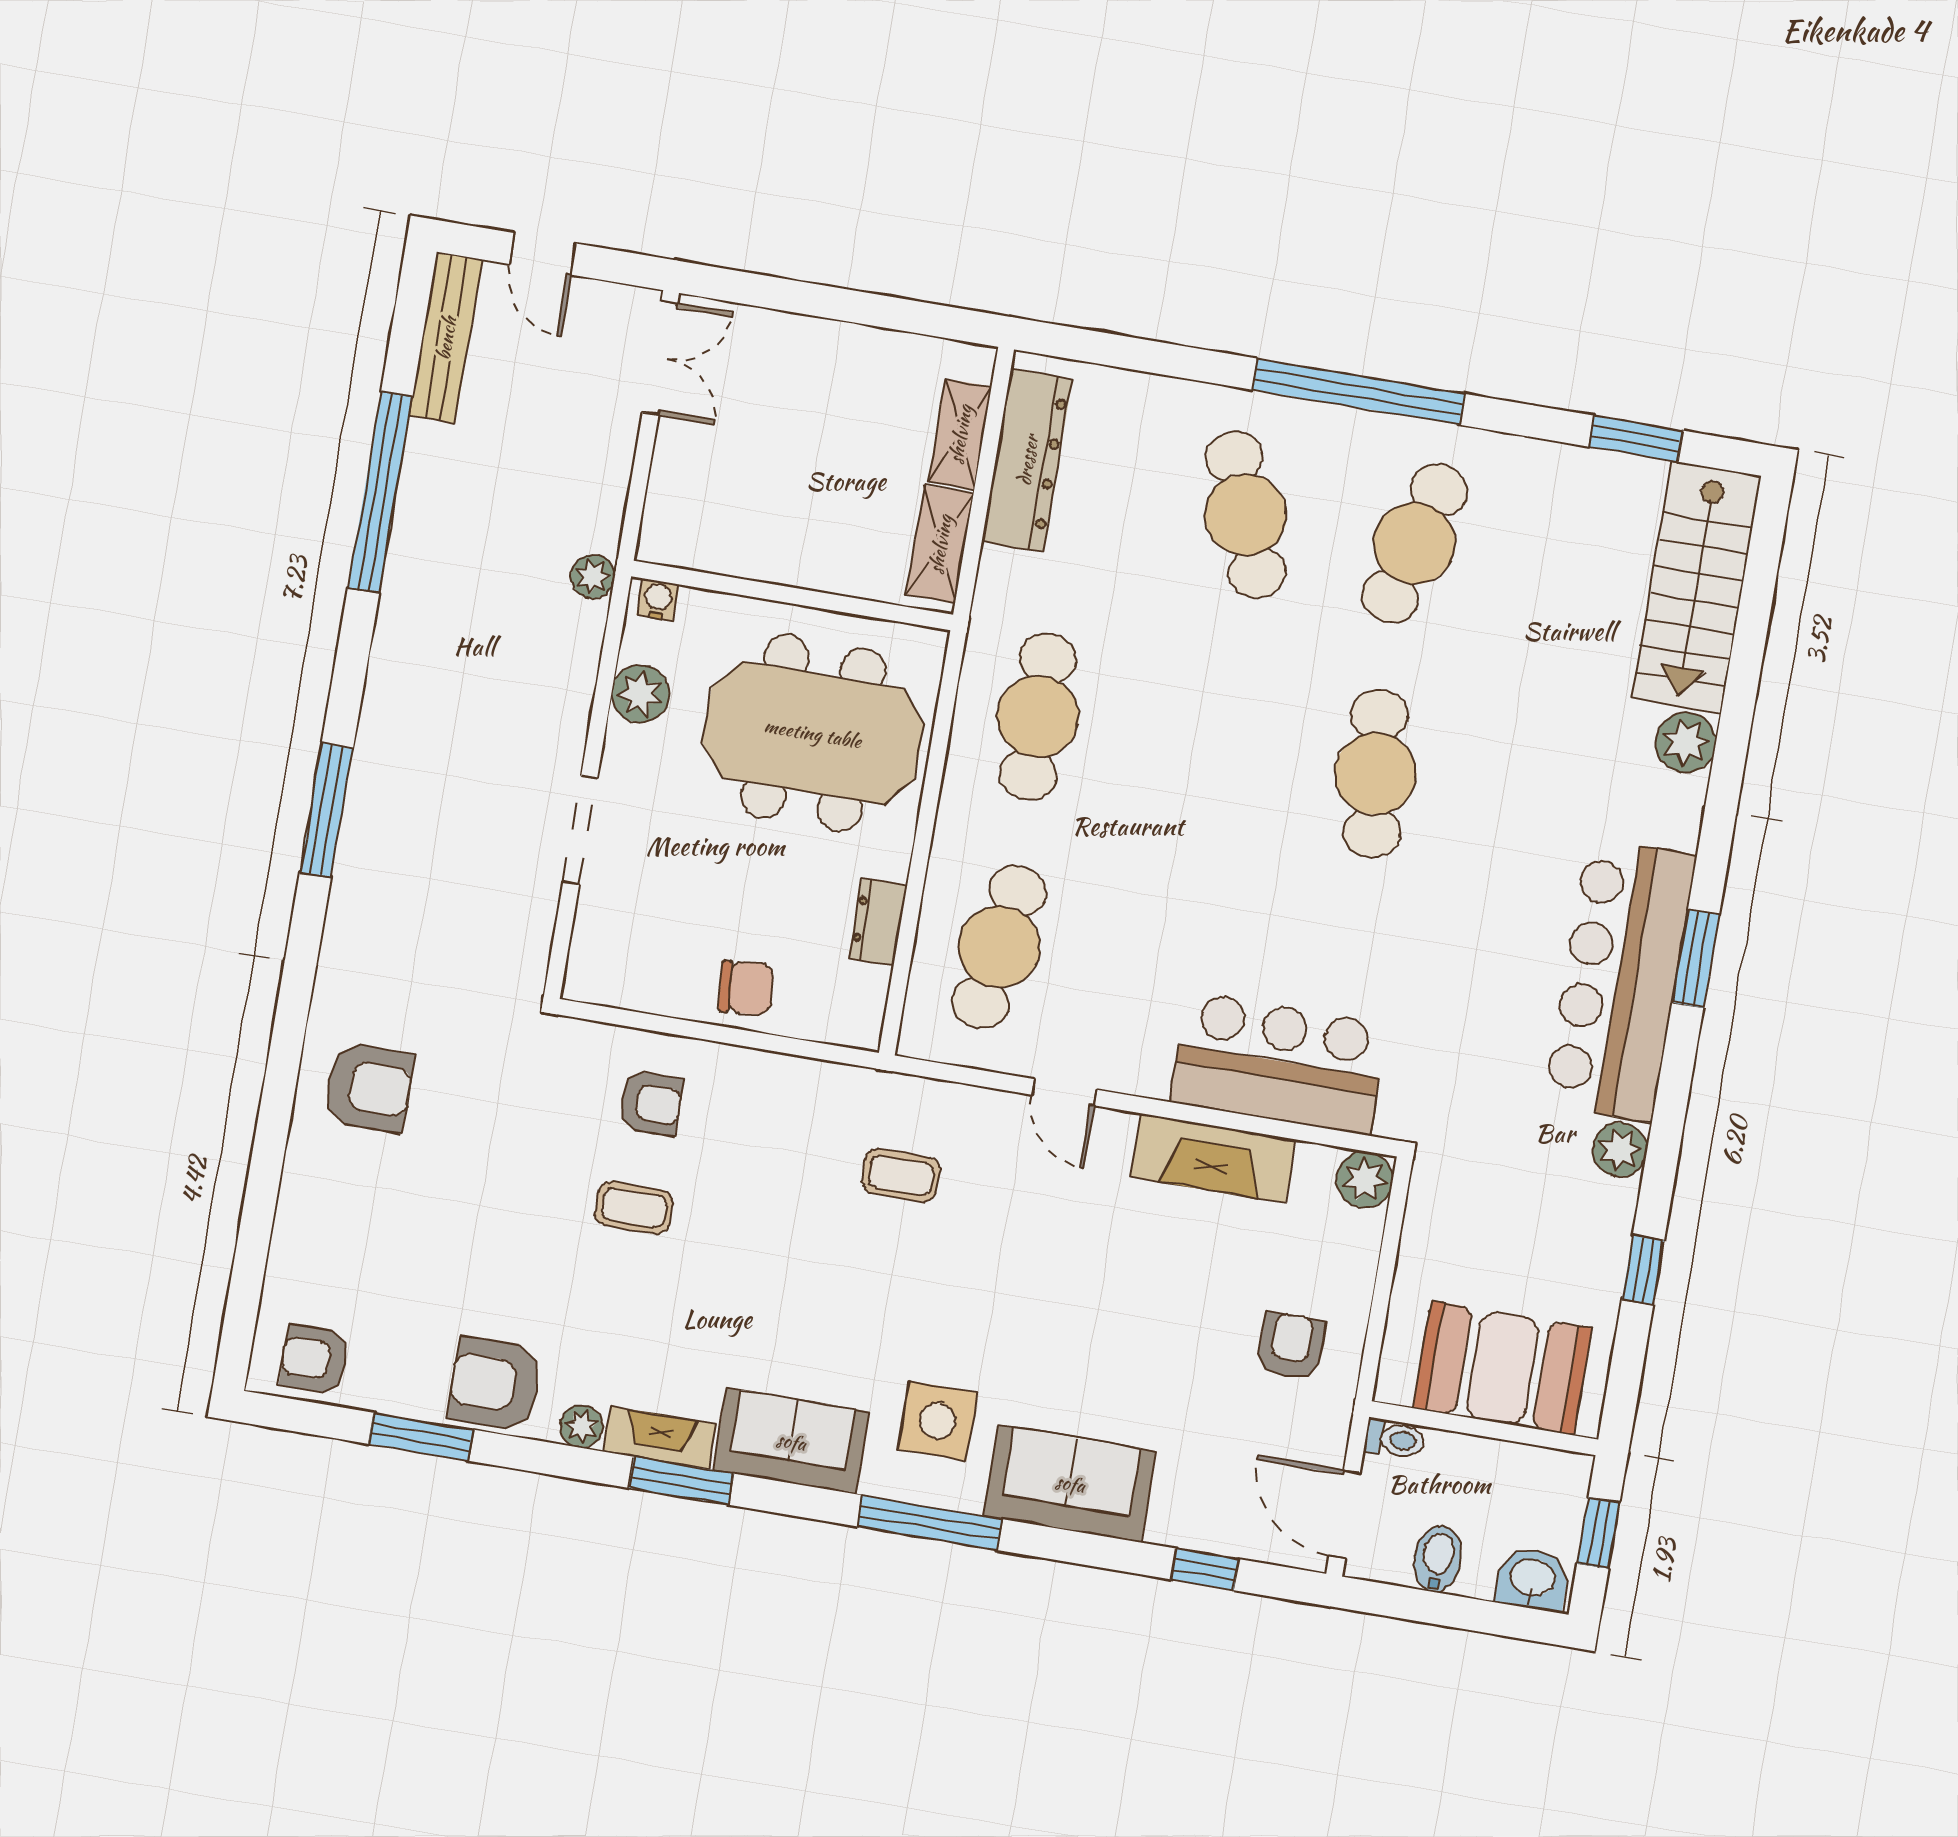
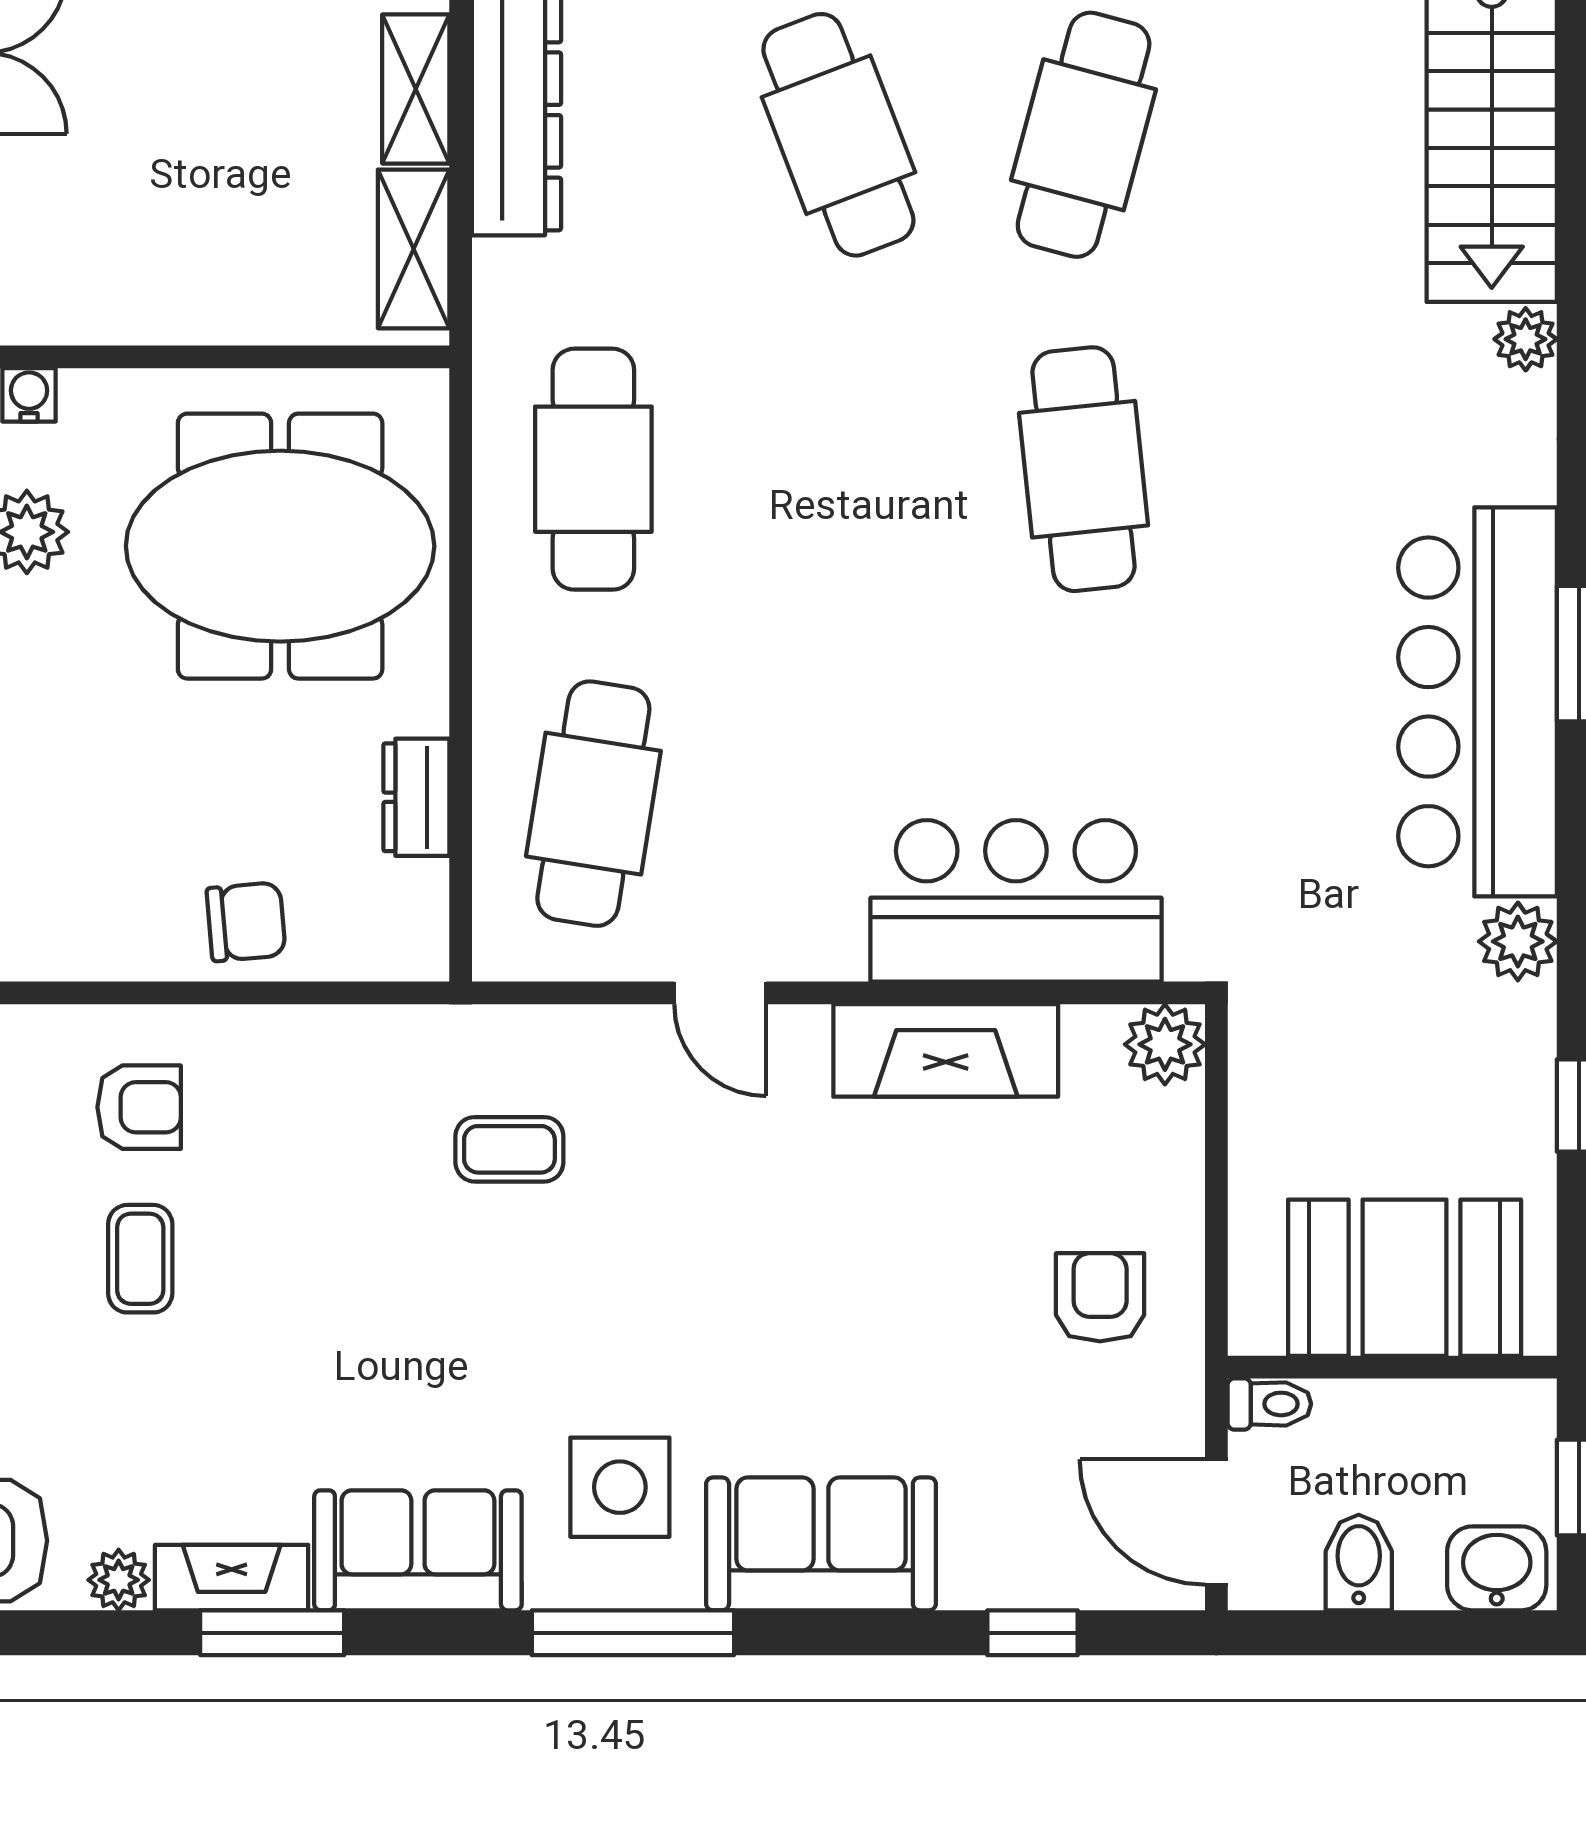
plant: (1686, 742) -> (1526, 339), width x0.73, depth x0.73
coffee table: (634, 1208) -> (140, 1259), turned 90

